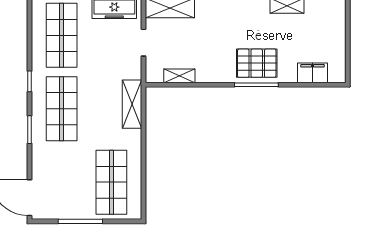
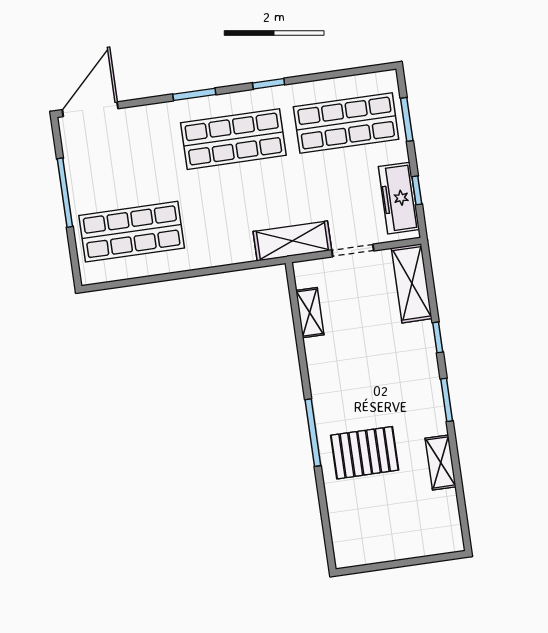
pallet: (257, 63) -> (365, 453), moved, turned 90
filing cabinet: (313, 73) -> (343, 516), removed
shelving: (132, 104) -> (292, 241), moved

